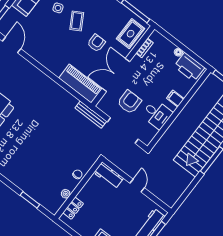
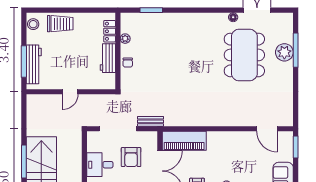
bench: (91, 115) -> (151, 121), width x0.73
workbench: (109, 175) -> (108, 58), moved, turned -90
door: (137, 186) -> (70, 92), hinge flipped

